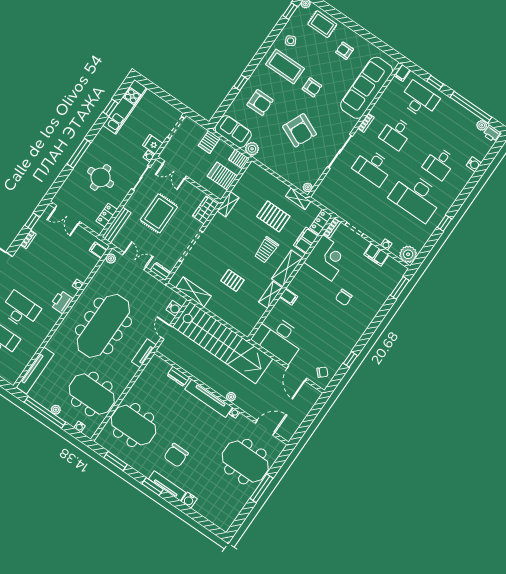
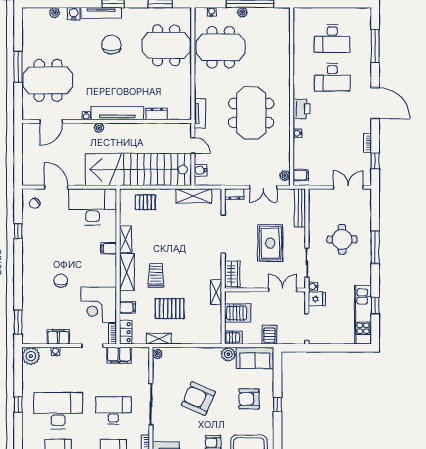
filing cabinet: (338, 207) -> (119, 355), added
locker: (107, 215) -> (314, 210), removed
filing cabinet: (306, 240) -> (127, 307), width x0.50
pallet: (232, 280) -> (145, 202), moved
meeting table: (103, 326) -> (251, 113), width x0.73
tv unit: (35, 371) -> (284, 34), removed
plant: (203, 511) -> (55, 13), added

